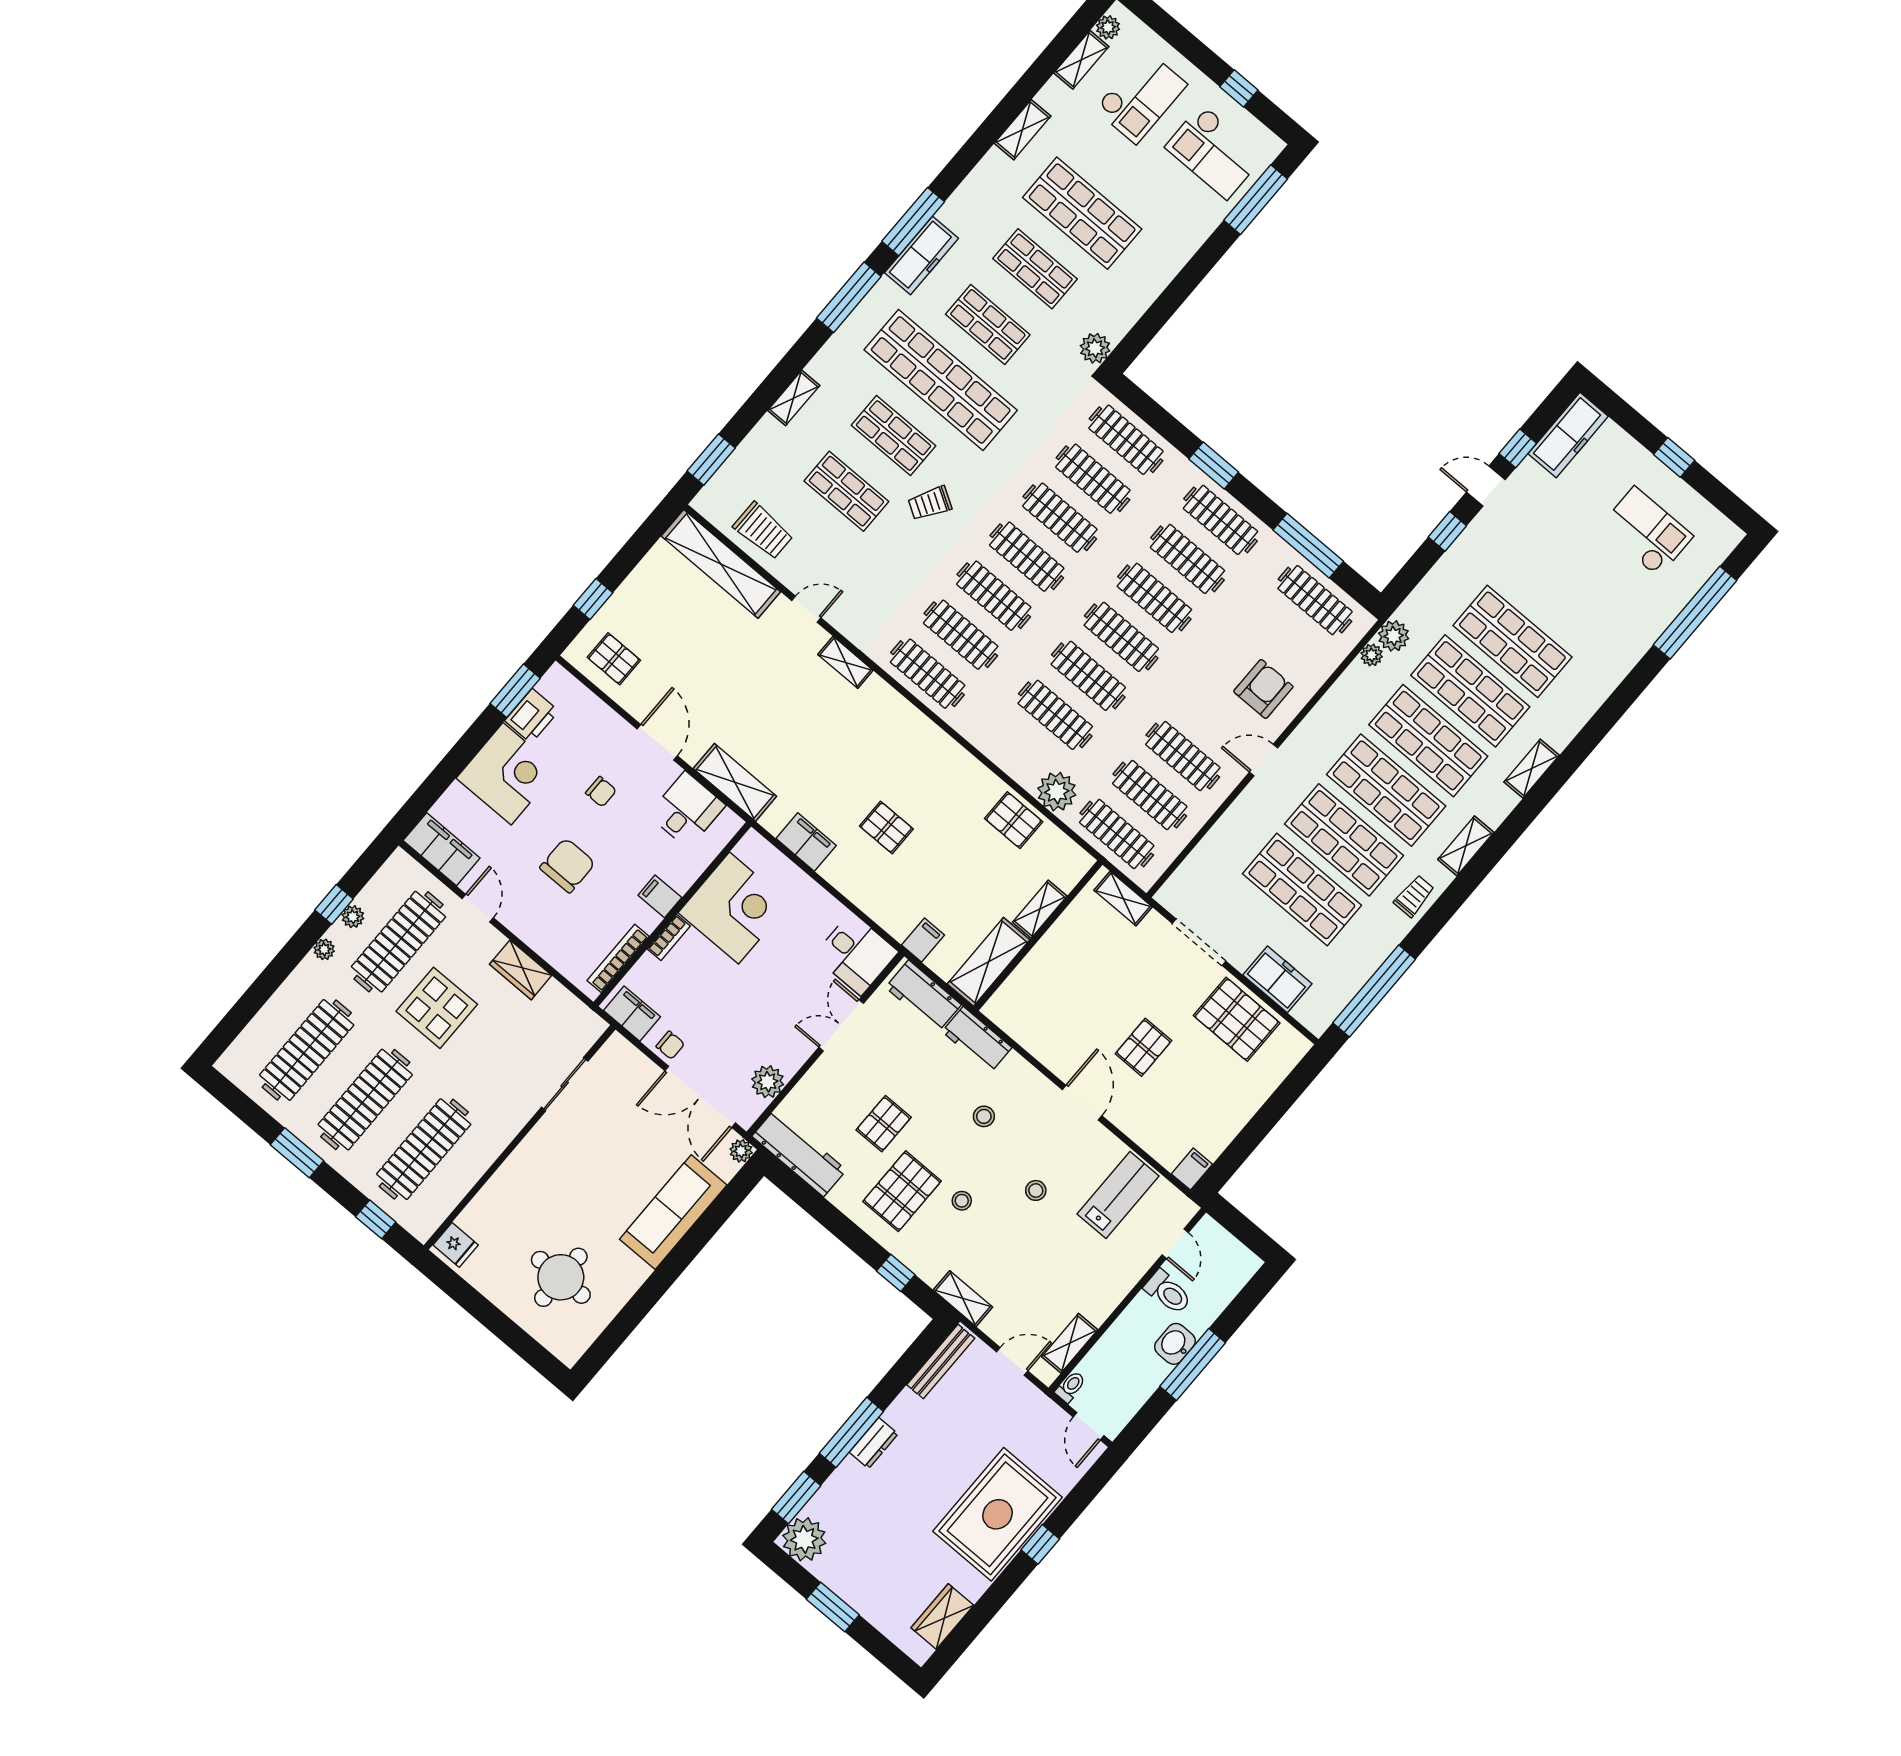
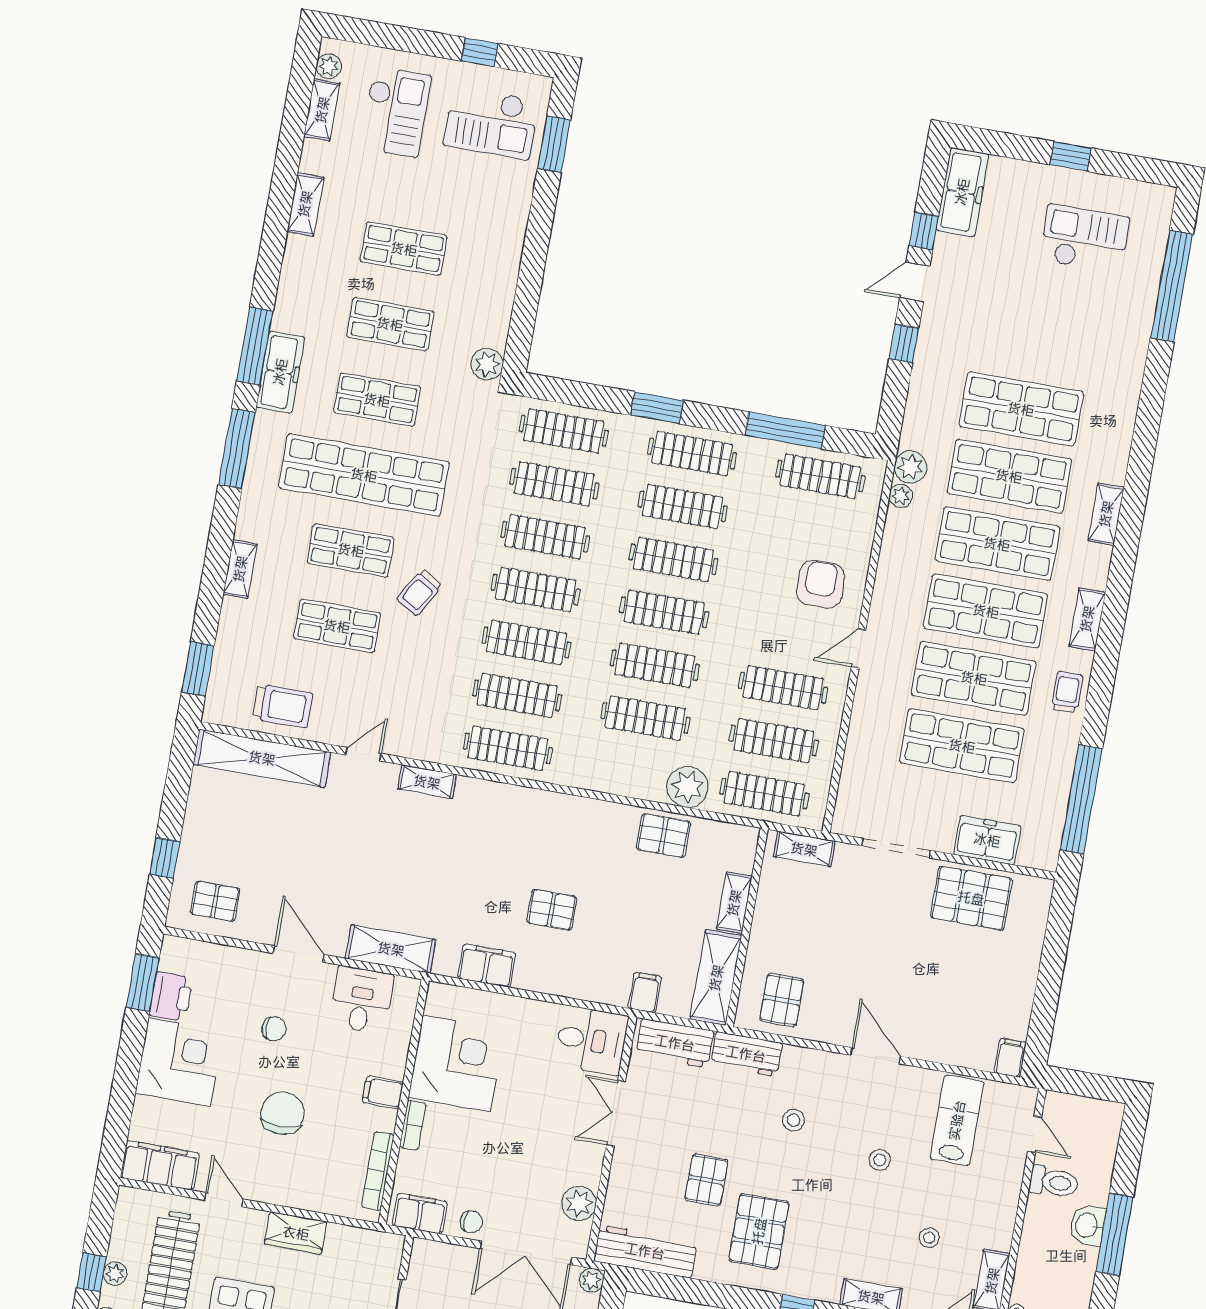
window: (1256, 200) -> (554, 144), width x0.69
shop shelf: (1082, 213) -> (404, 249), width x0.70, depth x0.74
pallet: (1143, 1047) -> (782, 1000), moved
stool: (962, 1201) -> (929, 1238), moved

